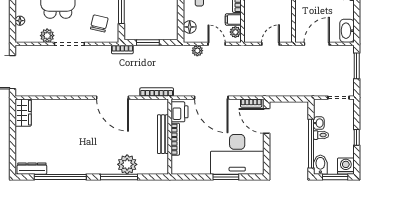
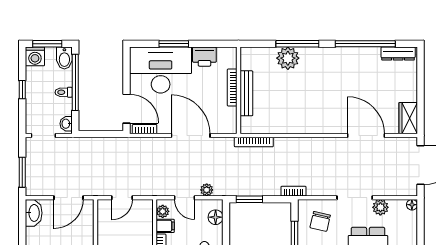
floor lamp: (20, 21) -> (412, 205), moved
window: (148, 43) -> (249, 199), moved
door: (112, 98) -> (366, 136), moved
printer: (180, 112) -> (204, 57), moved, turned -90
washbasin: (319, 123) -> (66, 124), moved

